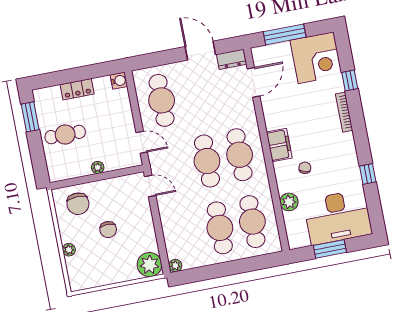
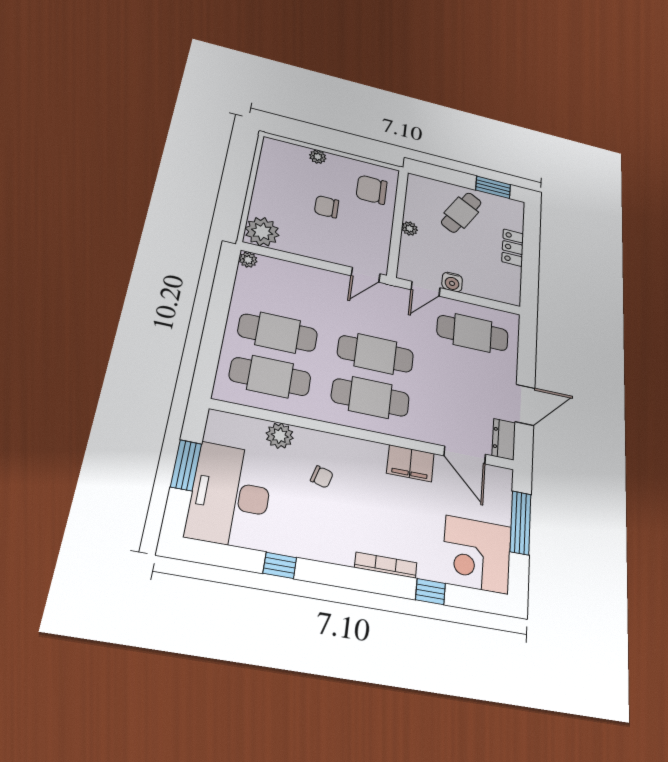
water cooler: (119, 81) -> (452, 282), moved
cafe table: (65, 134) -> (461, 213), turned 30
filing cabinet: (279, 145) -> (410, 463), moved

